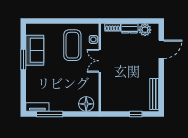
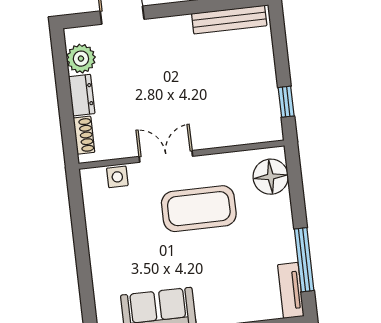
coffee table: (72, 45) -> (199, 209), moved
double door: (100, 61) -> (166, 156), swing flipped
window: (136, 114) -> (286, 102), moved

